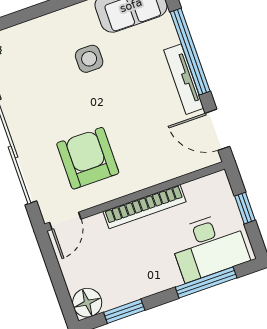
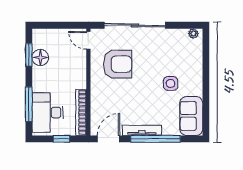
bookcase: (144, 207) -> (81, 112), moved
floor lamp: (87, 303) -> (40, 58), moved

